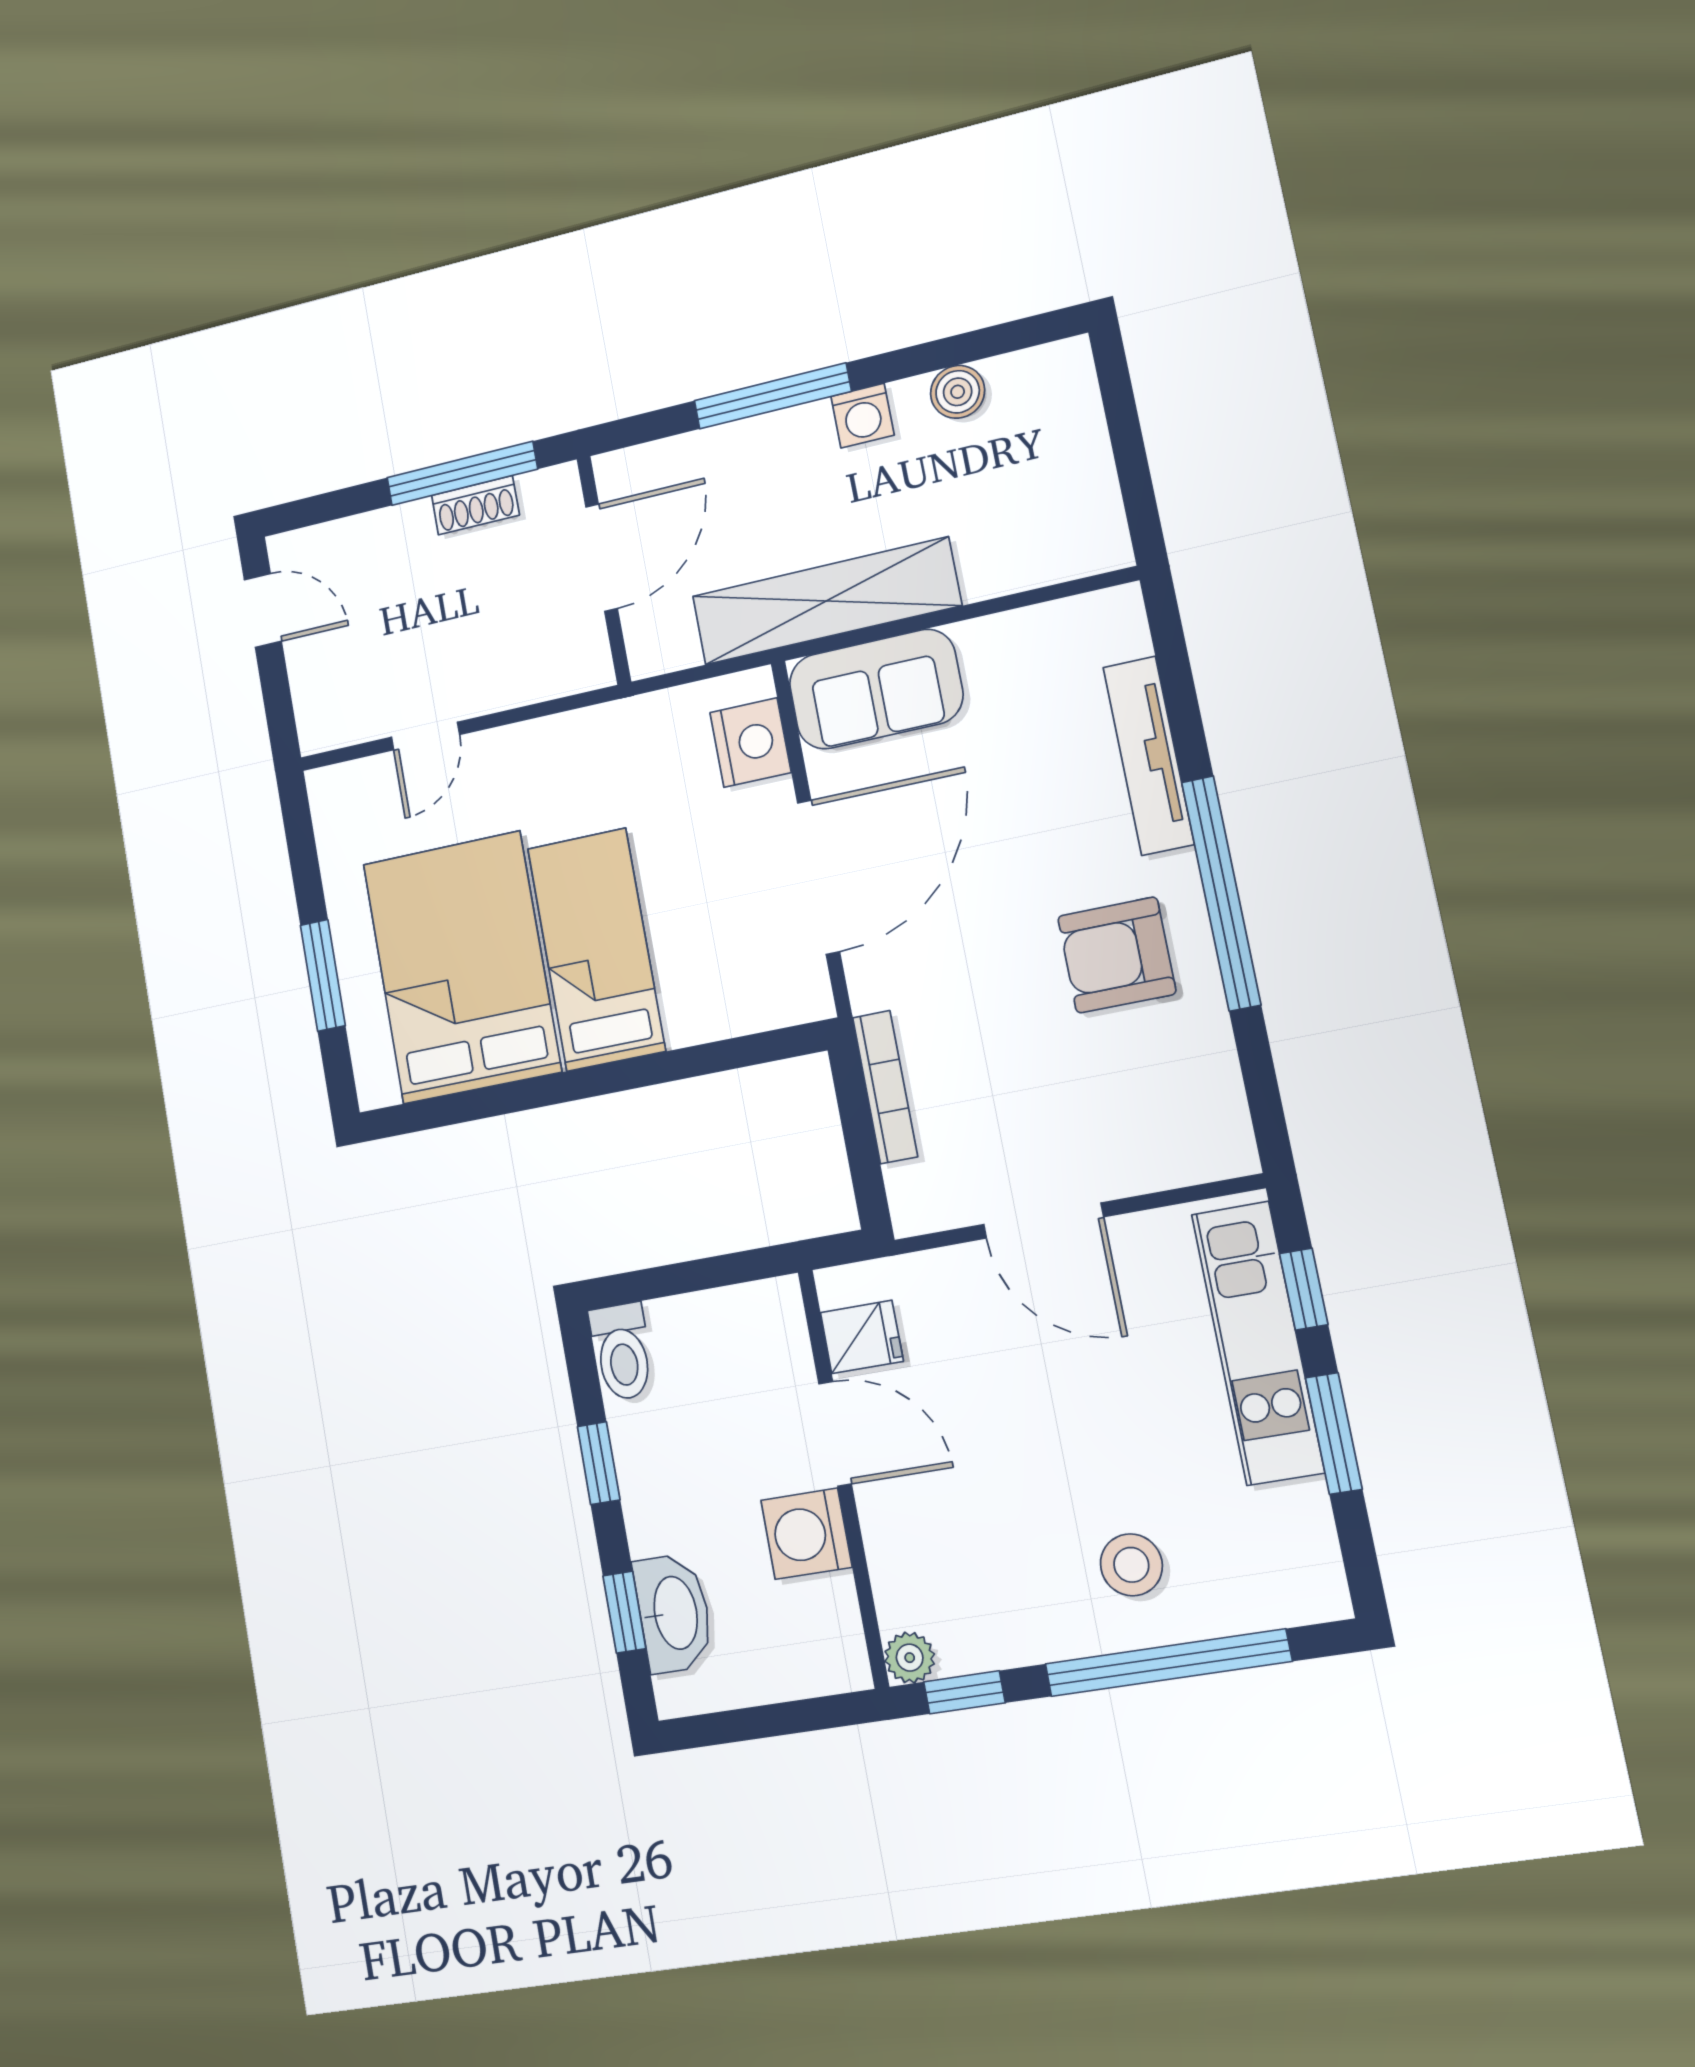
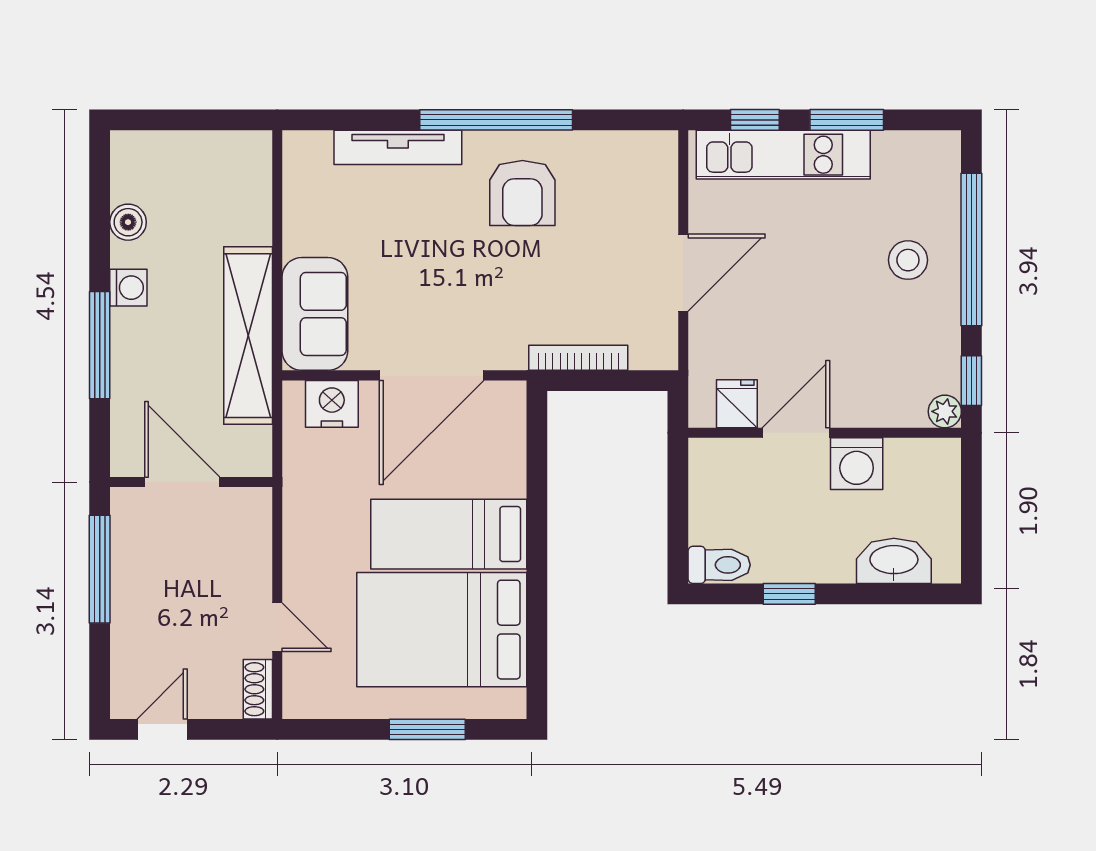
shoe rack: (475, 505) -> (258, 689), moved, turned 180
door: (819, 877) -> (432, 375), swing flipped
window: (624, 1612) -> (888, 594), removed

